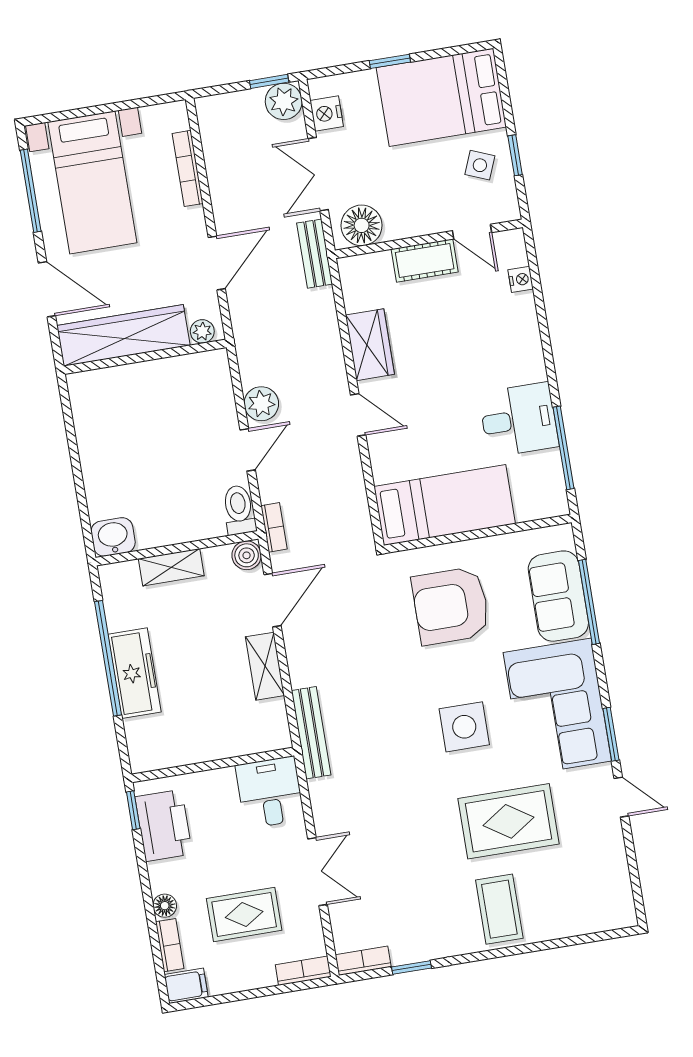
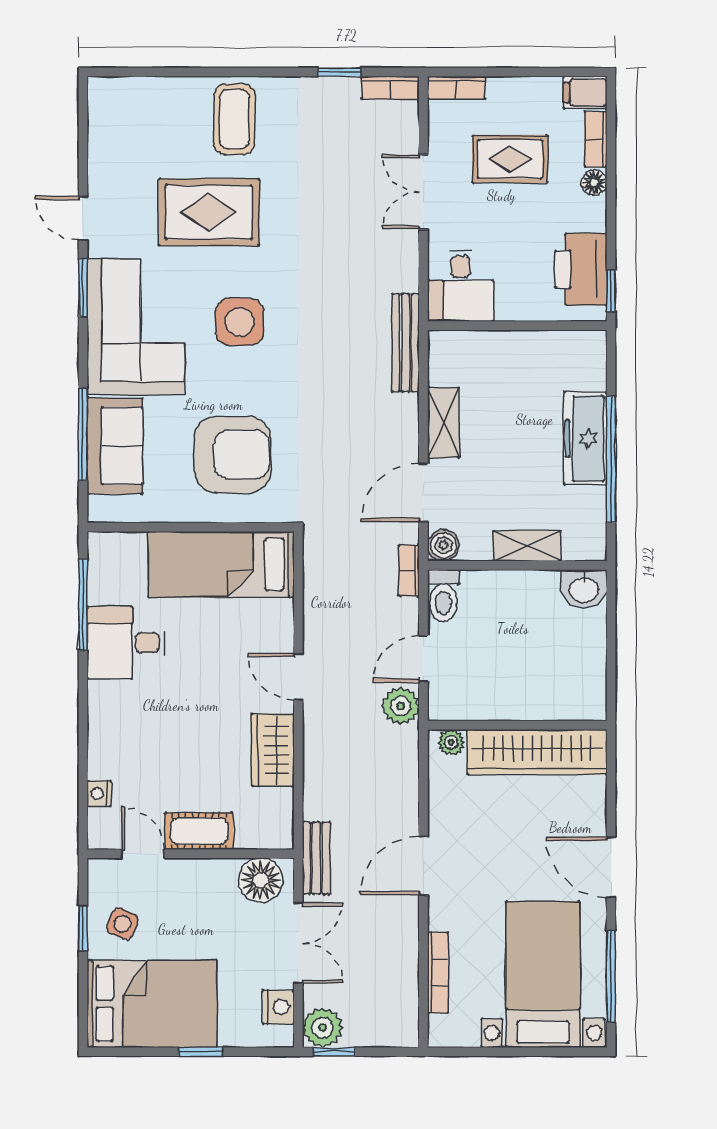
plant: (202, 331) -> (451, 742), moved
wardrobe: (123, 335) -> (537, 752), moved
wall: (145, 357) -> (517, 725), moved

